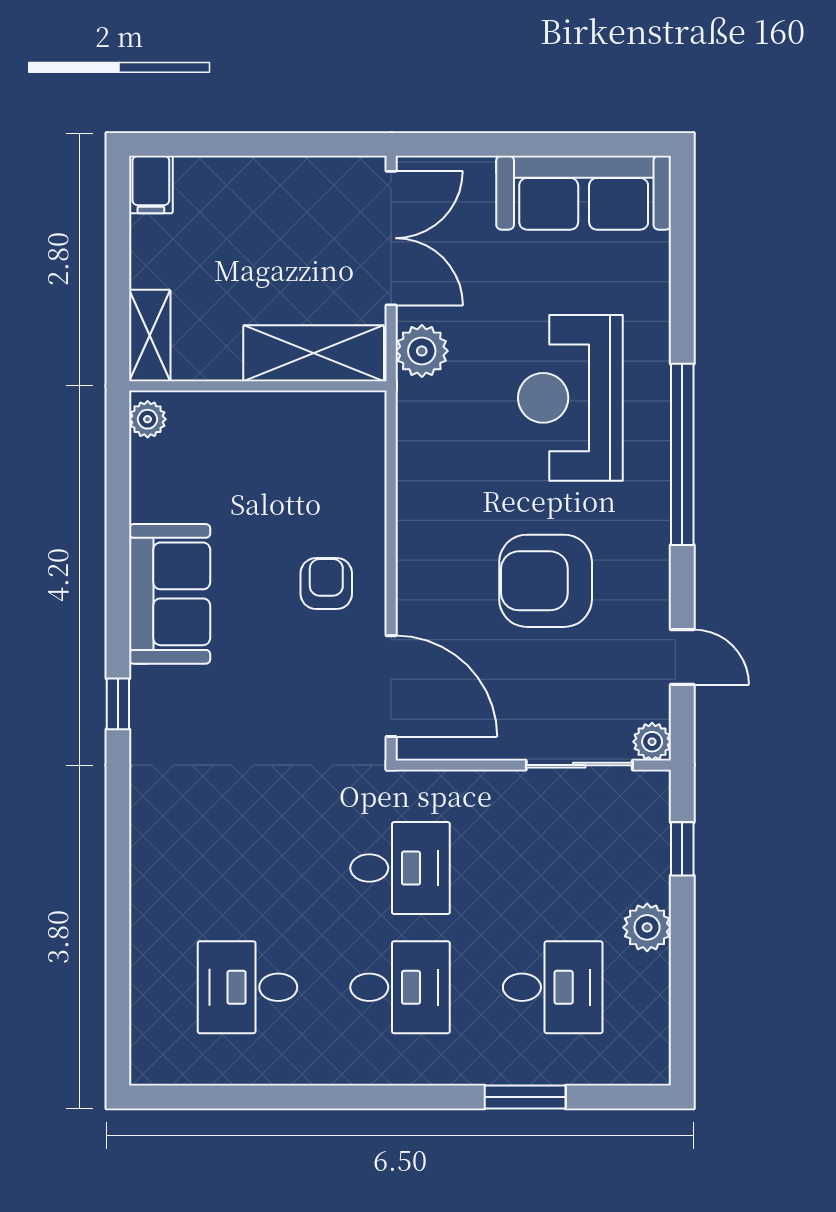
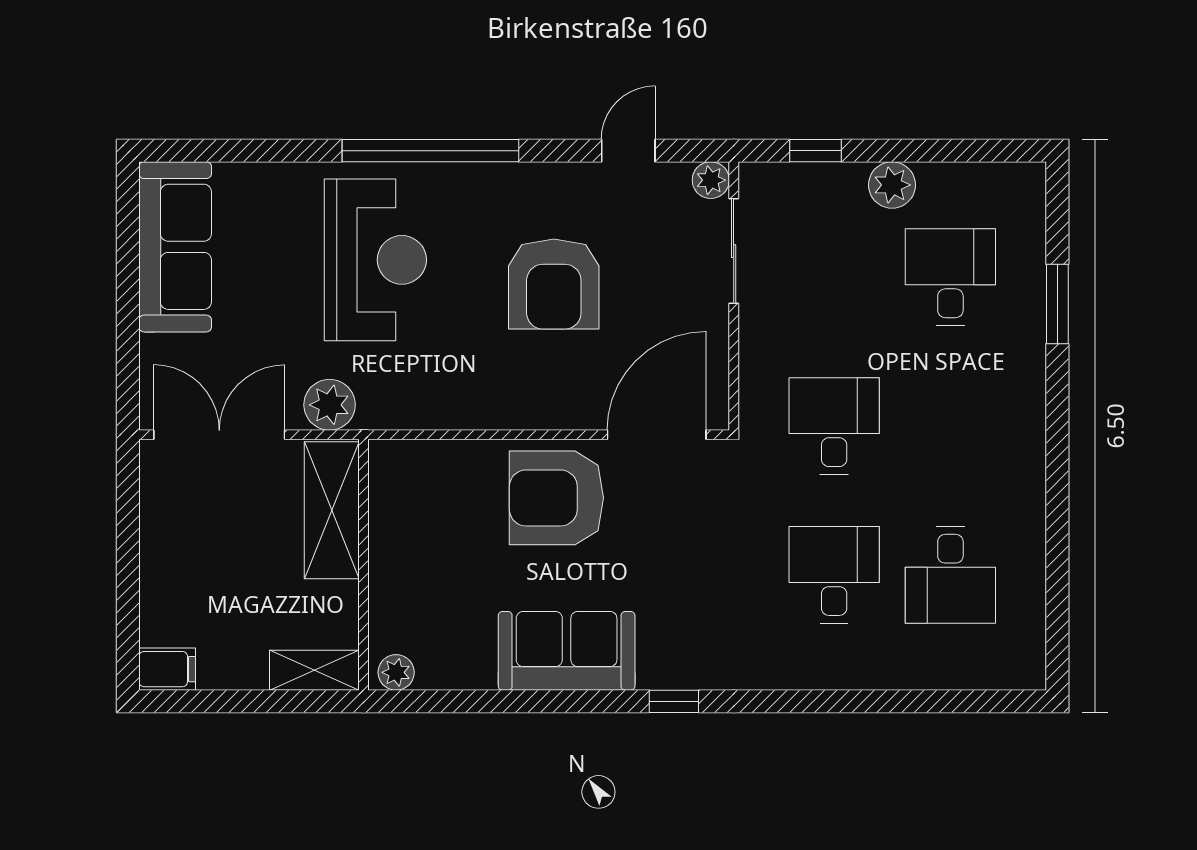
reception desk: (570, 398) -> (375, 260), turned -90
armchair: (326, 583) -> (556, 498), width x1.88, depth x1.88
desk: (400, 987) -> (834, 575), moved

